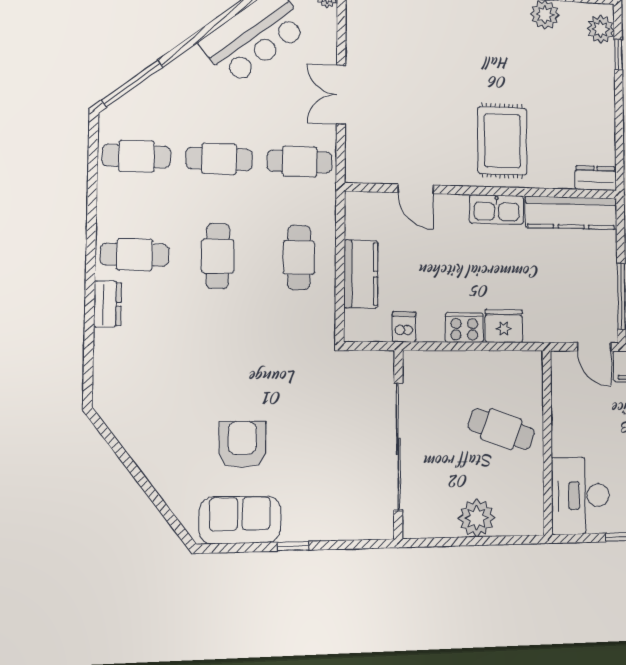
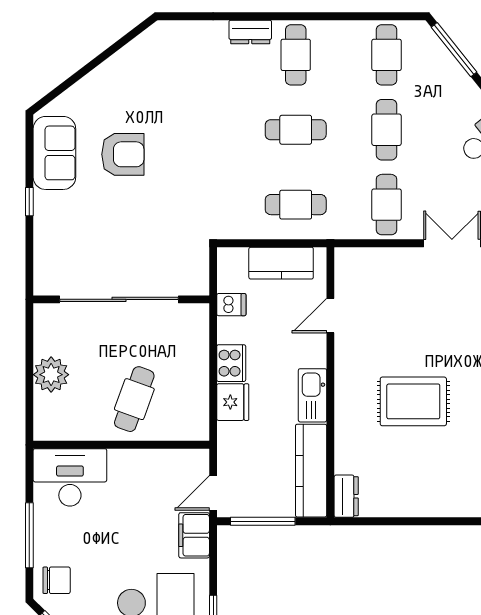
dresser: (596, 178) -> (346, 496), moved
door: (416, 189) -> (330, 316), moved
wall: (483, 191) -> (330, 382), moved
kitchen sink: (497, 210) -> (313, 395), moved
kitchen counter: (571, 213) -> (311, 471), moved

